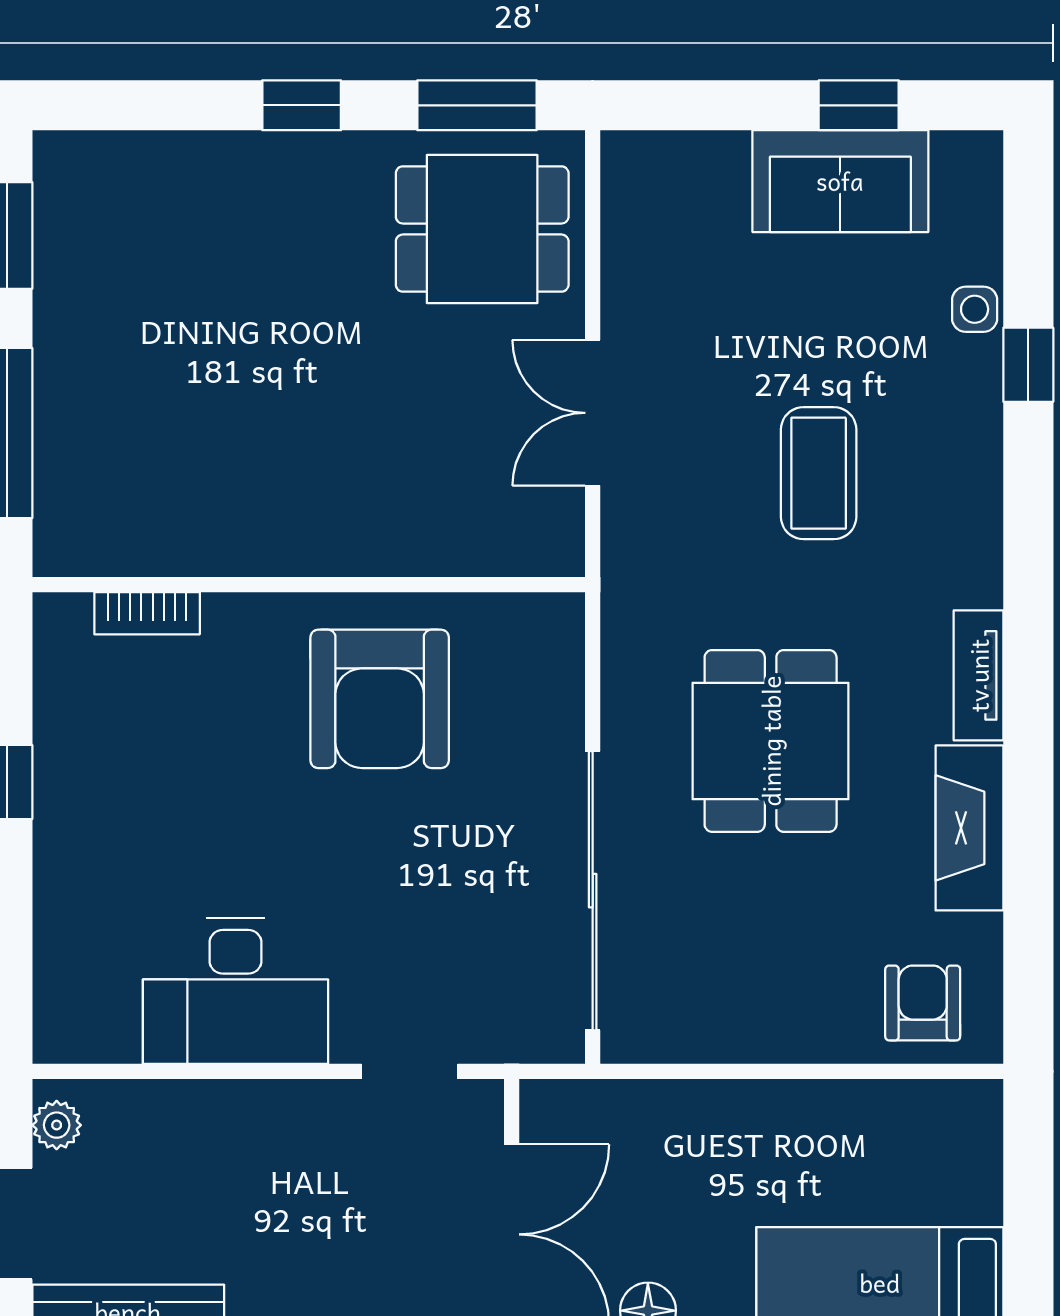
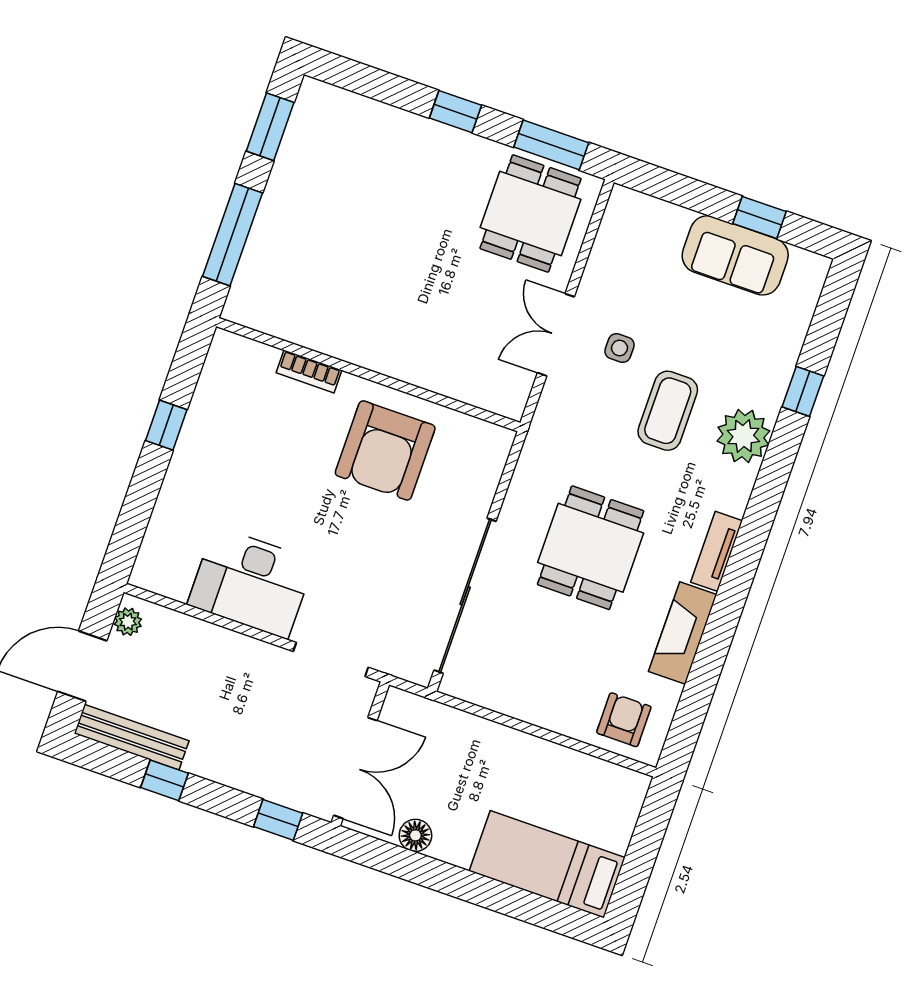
dining table: (482, 229) -> (530, 213), turned 90
side table: (975, 309) -> (620, 348), moved
plant: (957, 471) -> (743, 436), added
bookcase: (147, 613) -> (309, 371), moved
doorway: (410, 1071) -> (331, 659), width x1.38

